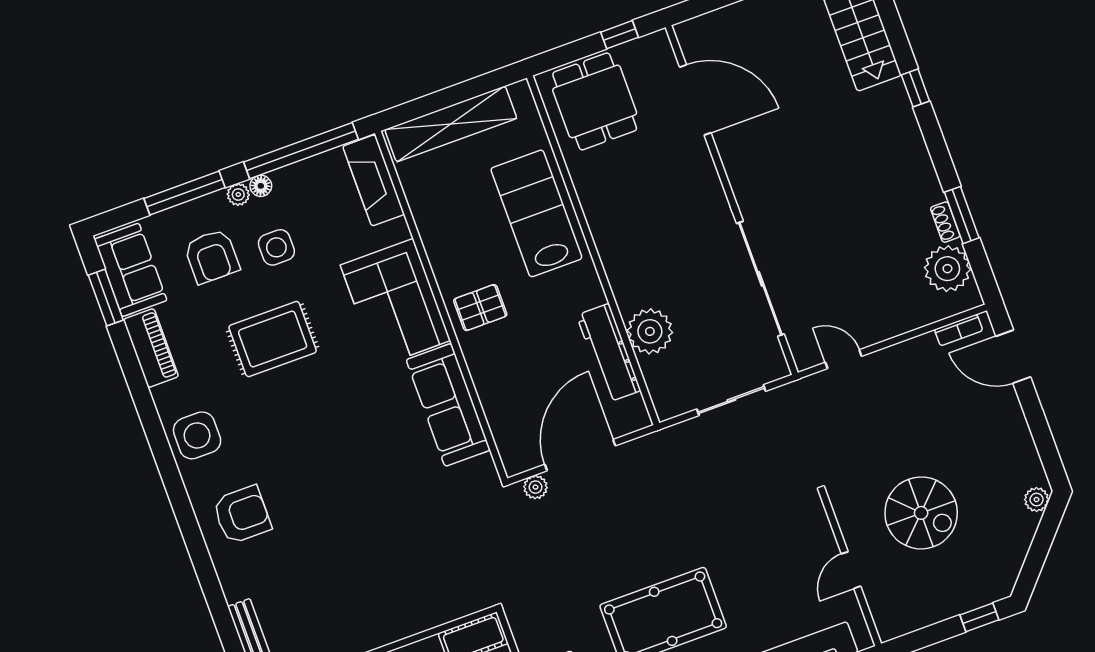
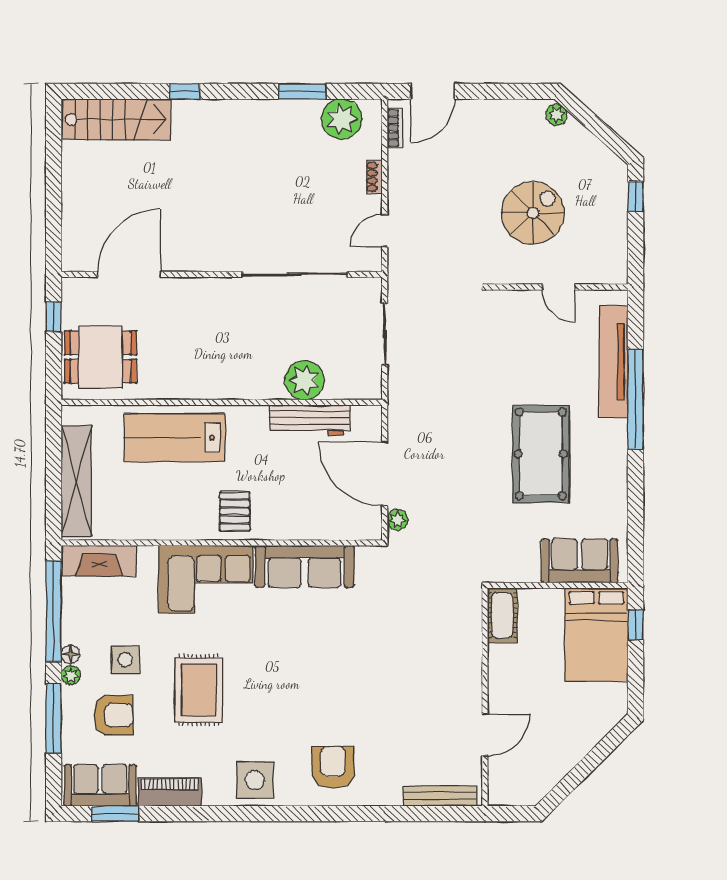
shoe rack: (945, 222) -> (374, 177), moved, turned 90

